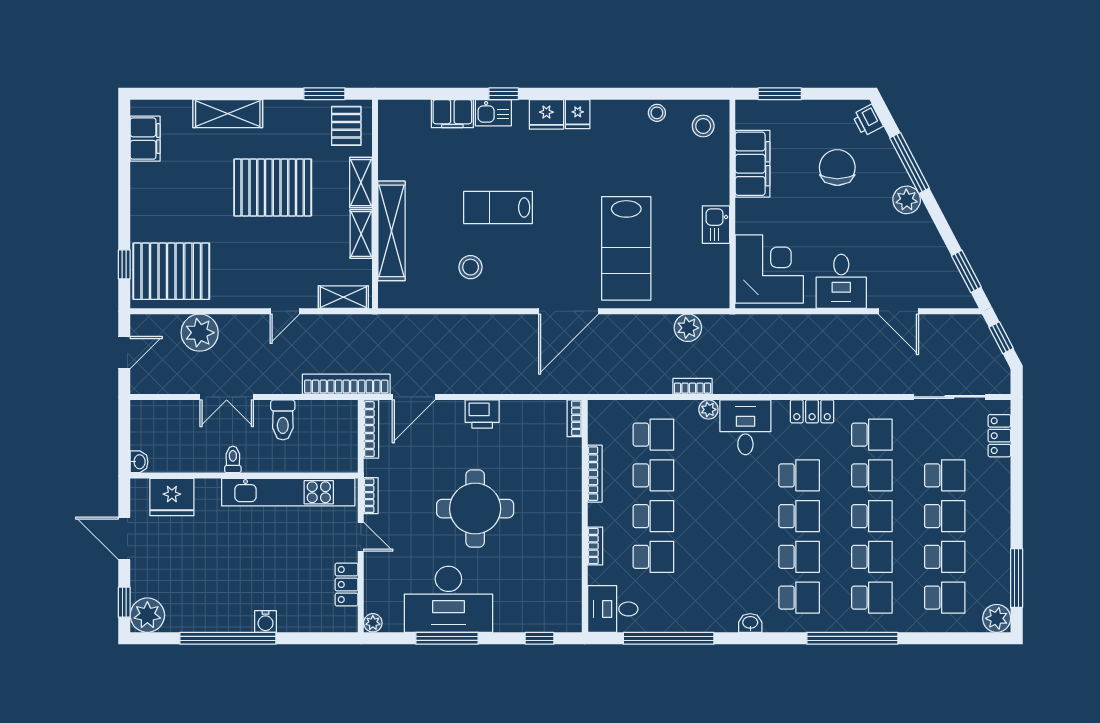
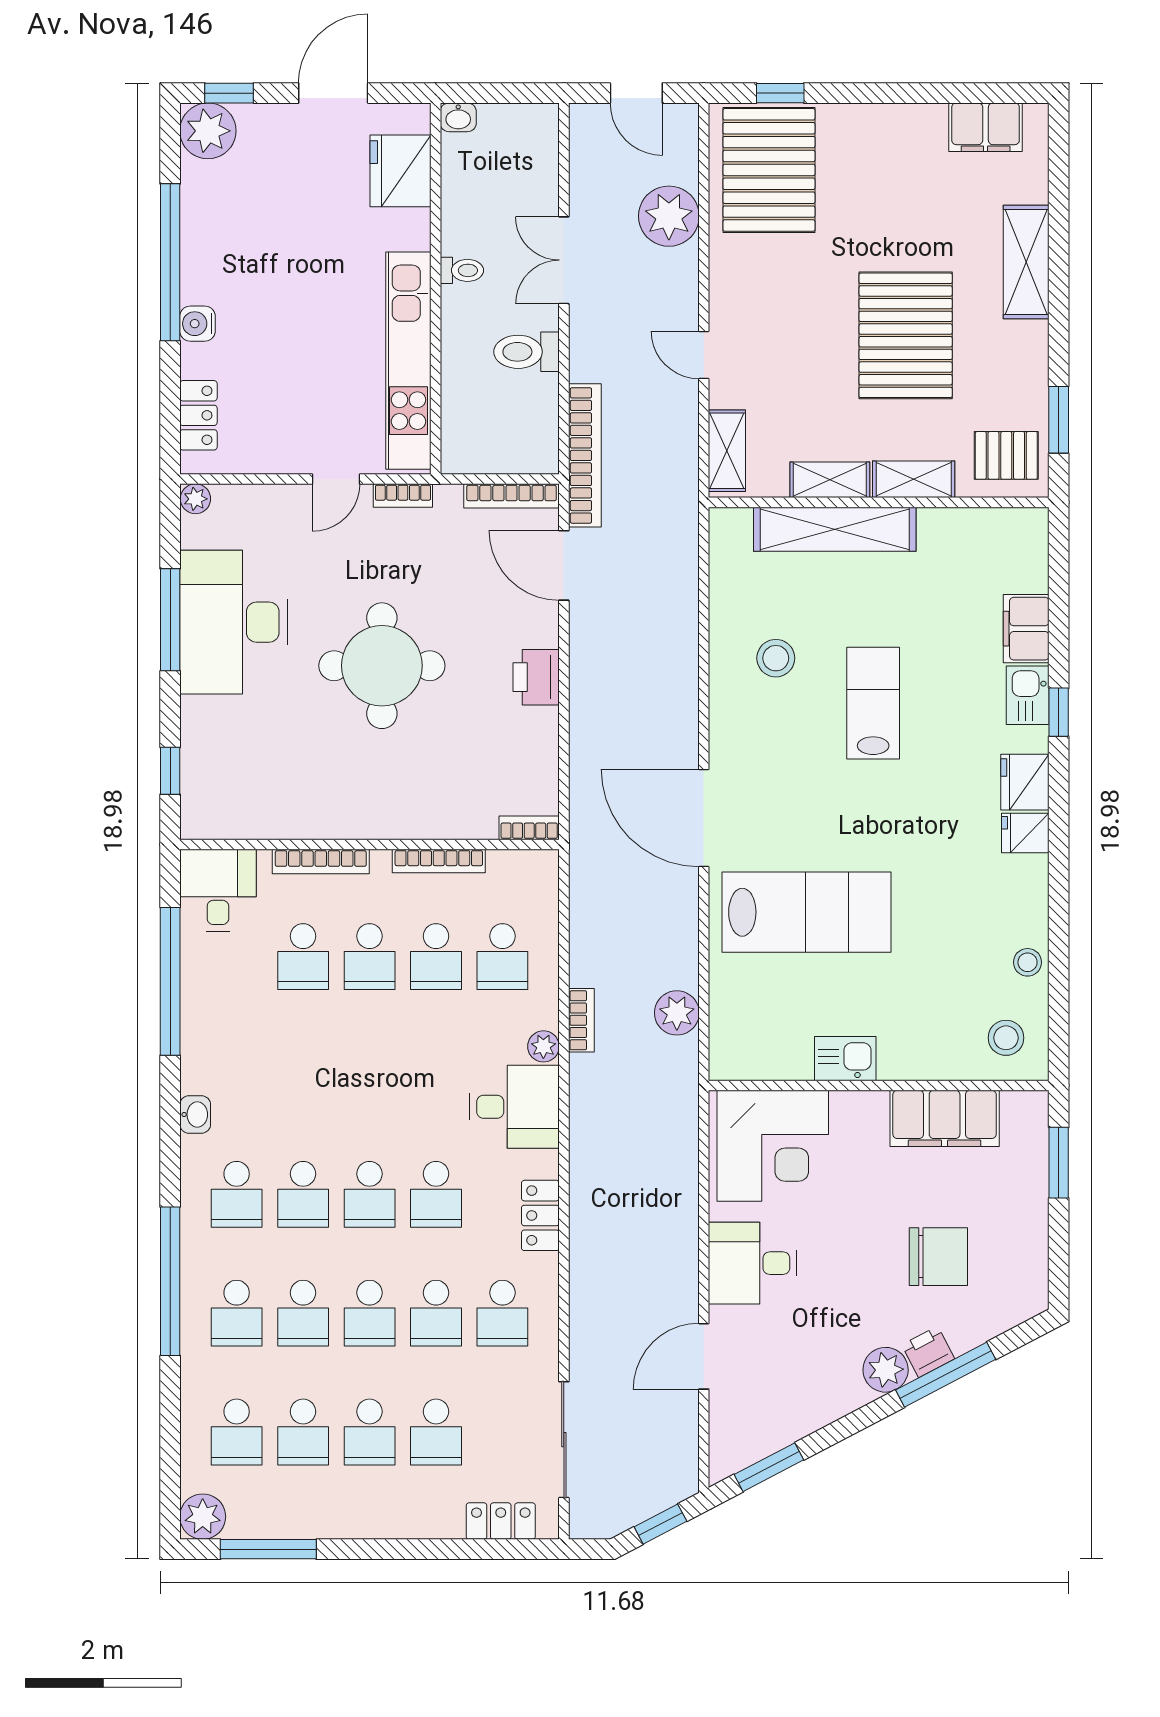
printer: (868, 120) -> (928, 1352), moved
lab bench: (626, 248) -> (807, 912), turned 180
bookcase: (595, 546) -> (321, 861), width x1.56
locker: (347, 585) -> (198, 415), moved, turned 90

